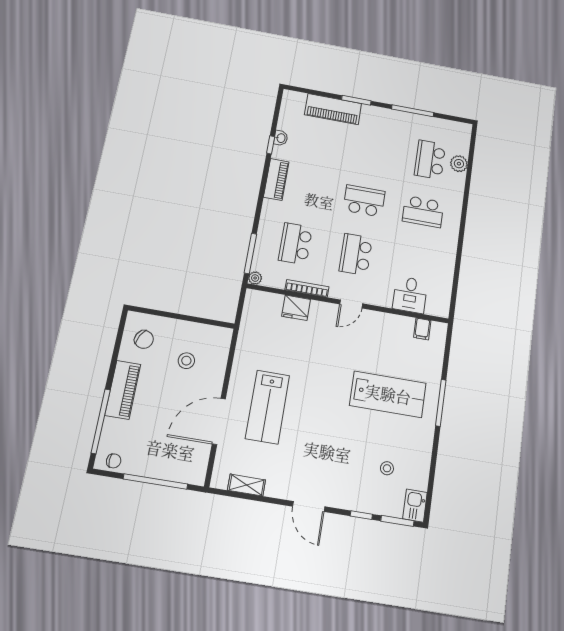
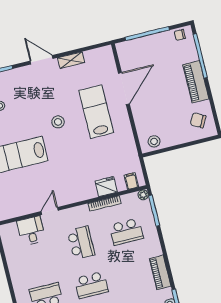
school desk: (295, 244) -> (126, 232), turned 90
door: (351, 304) -> (50, 211), moved
filing cabinet: (422, 329) -> (131, 181), moved
stool: (186, 361) -> (154, 141), moved
stool: (322, 415) -> (58, 122), added
shelving: (247, 485) -> (71, 60), moved

